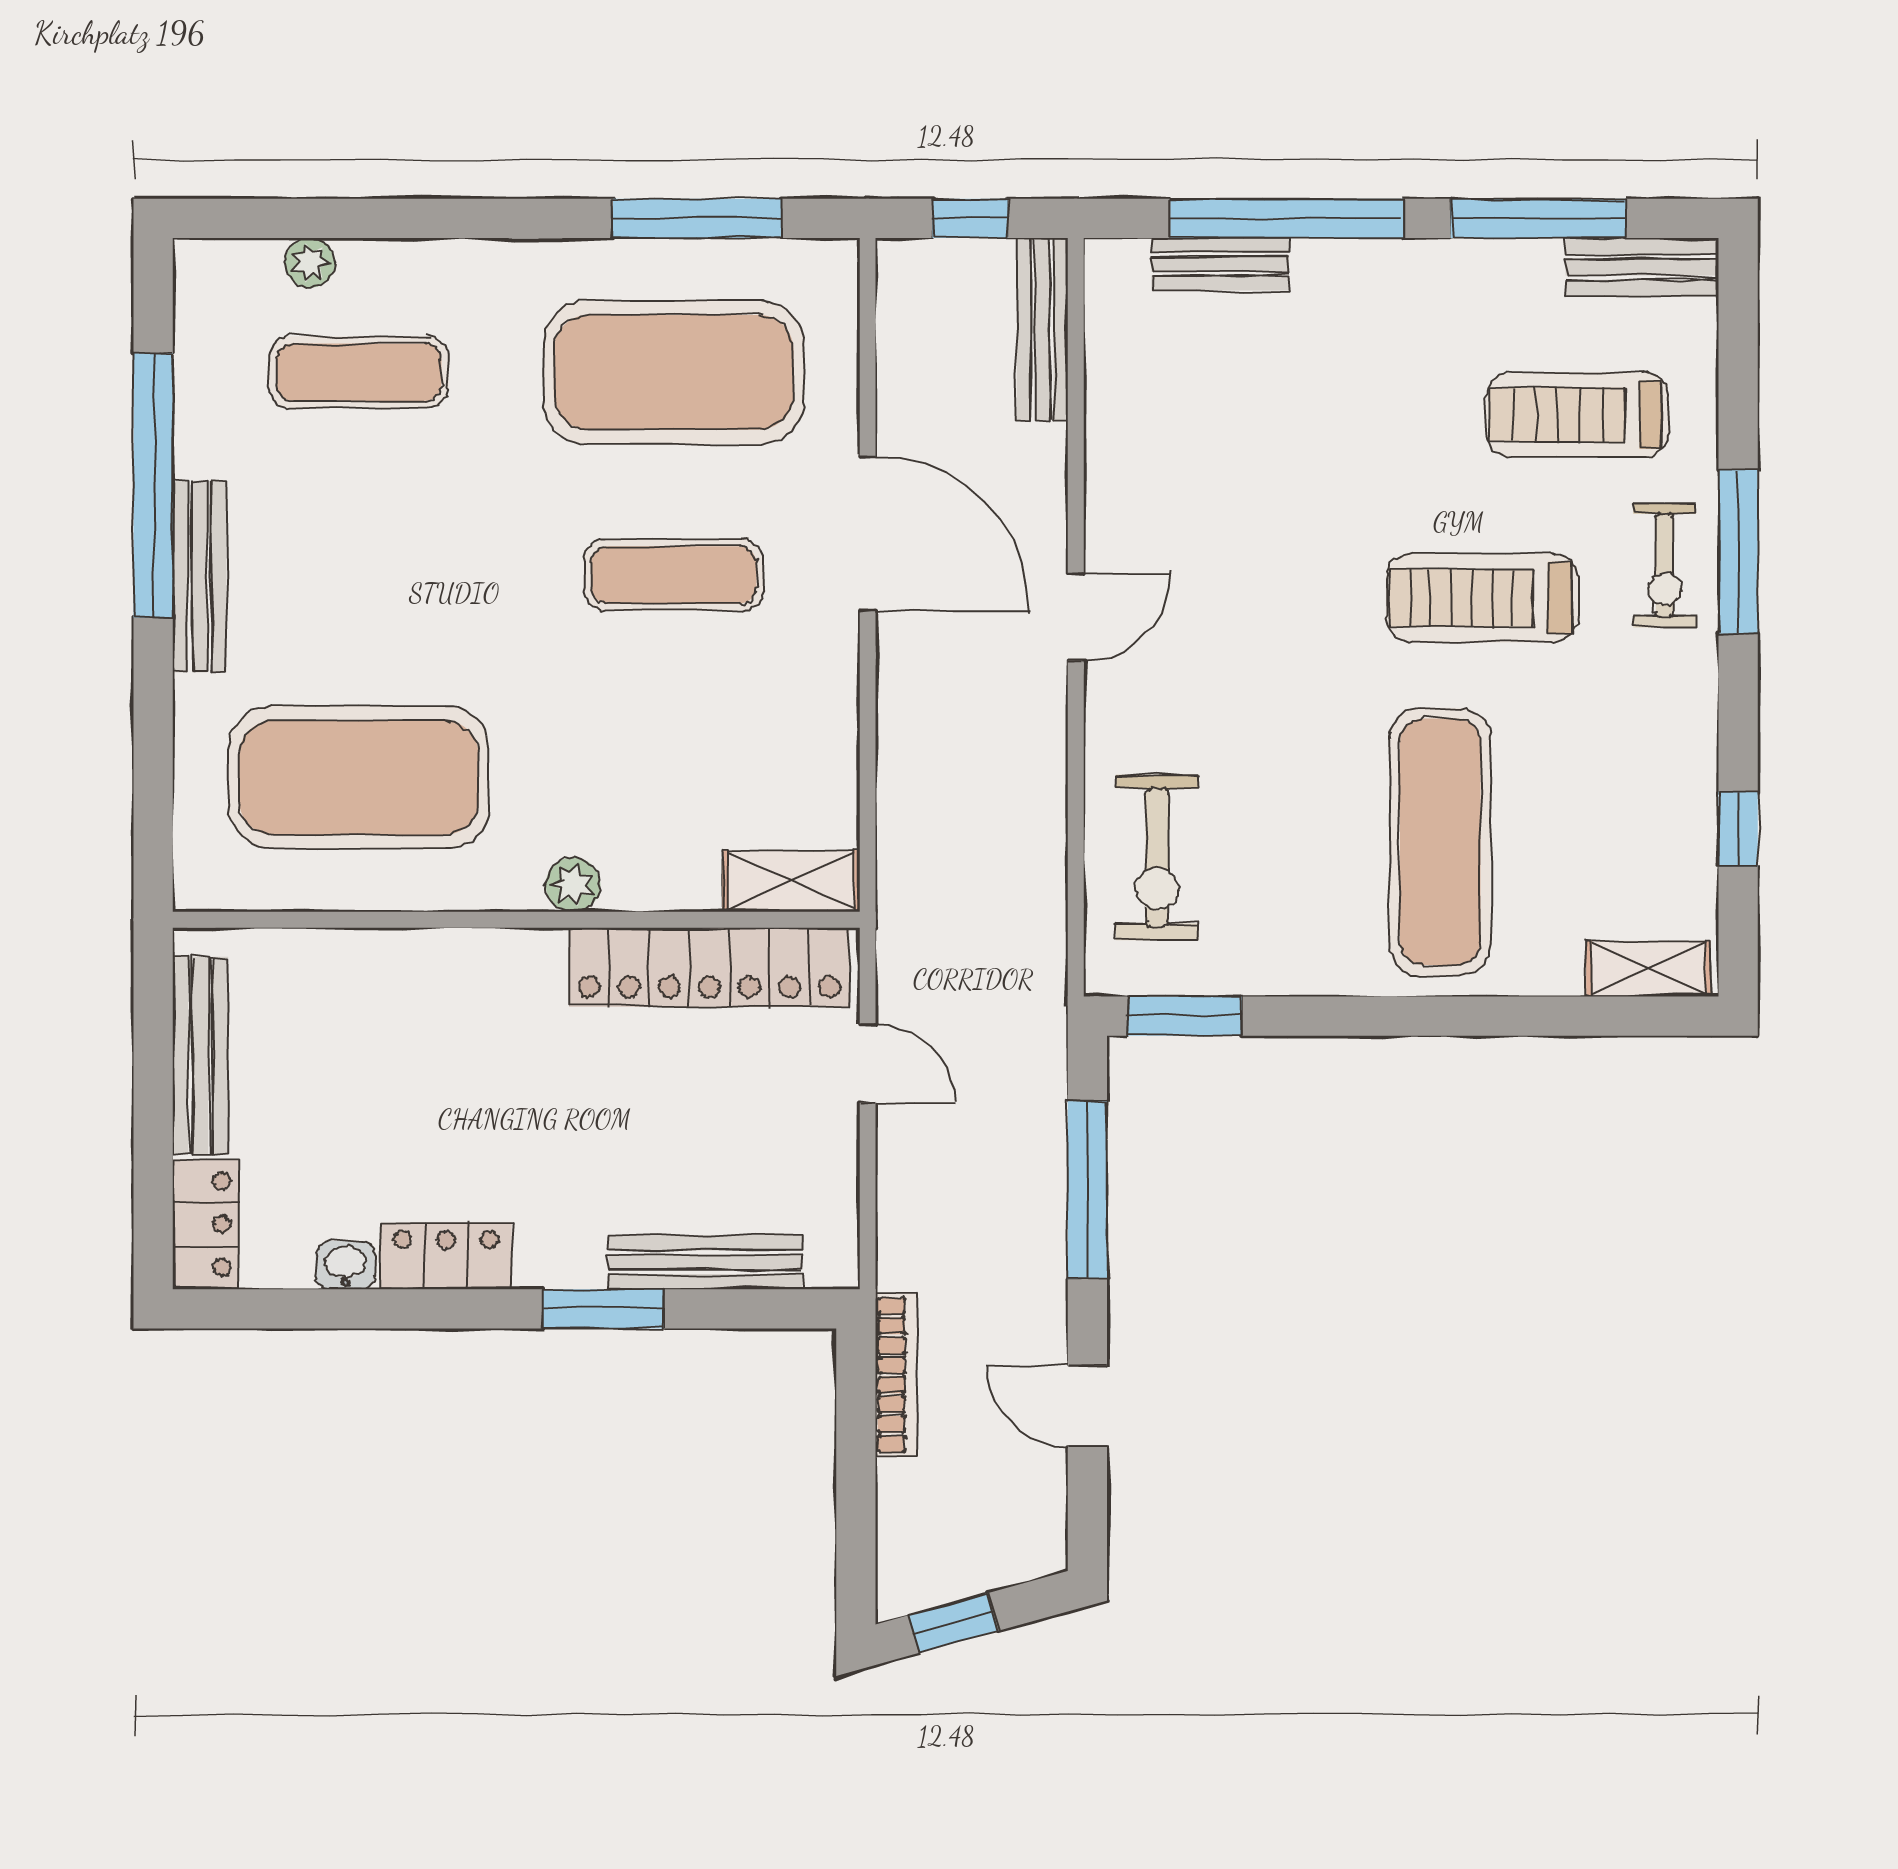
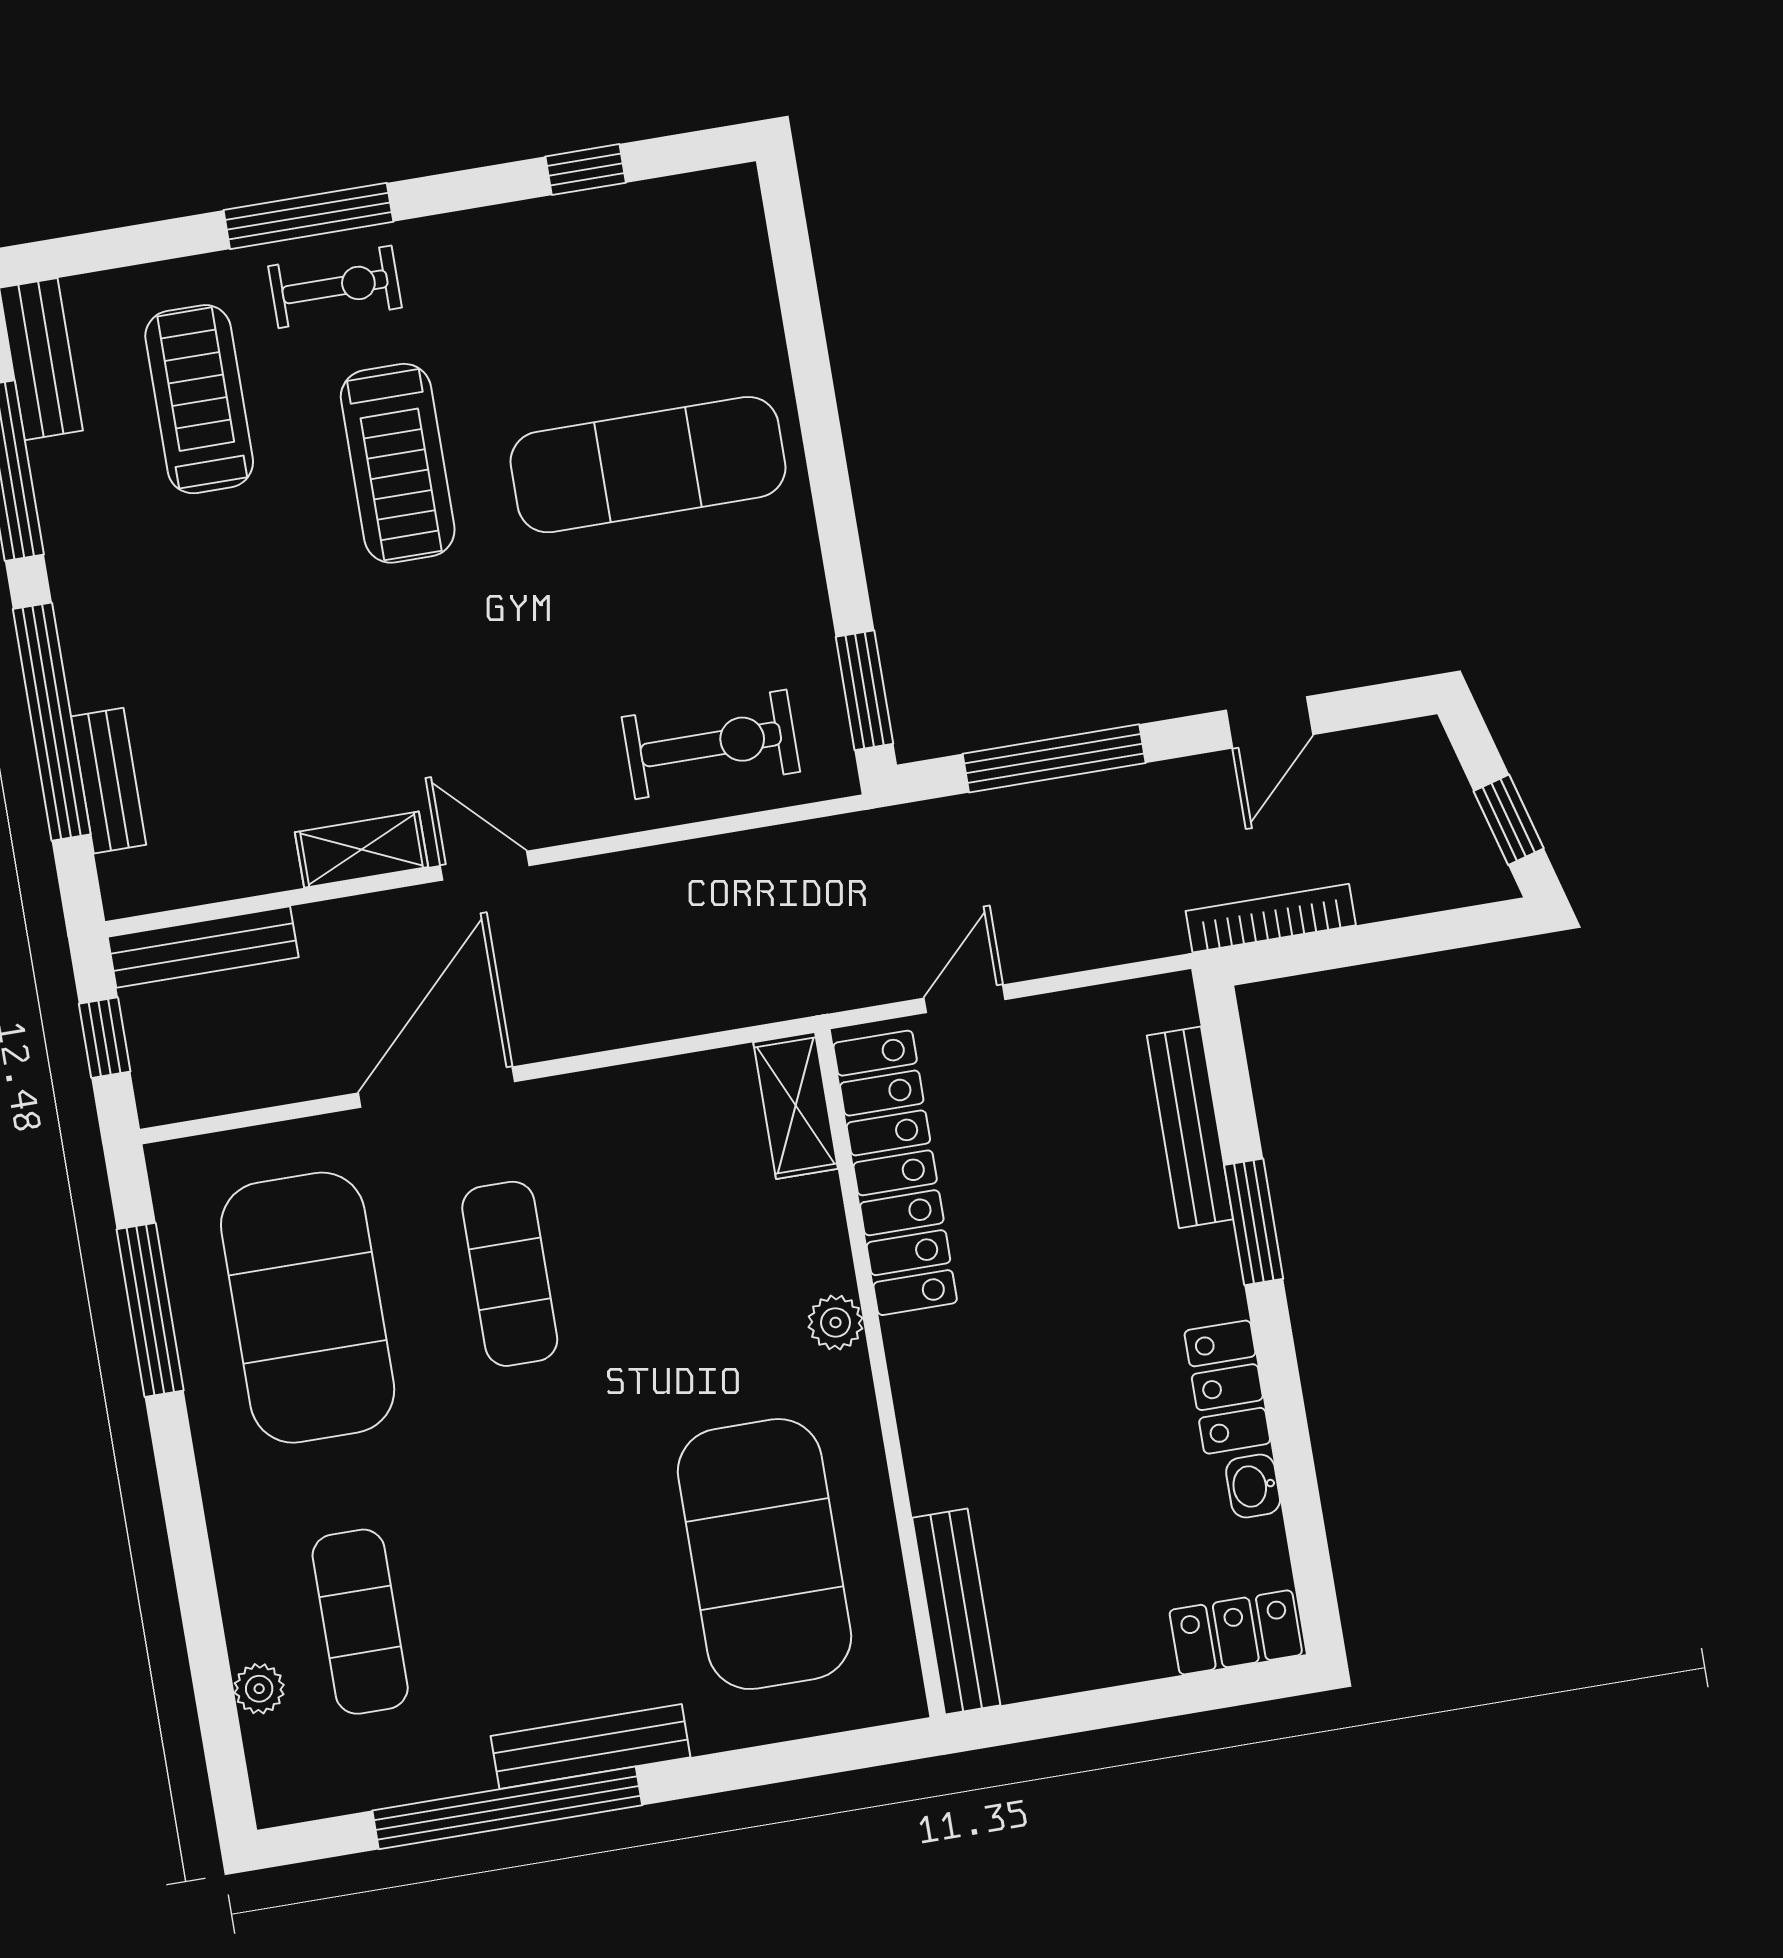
treadmill: (1577, 415) -> (199, 399), turned 180
shelving: (1648, 969) -> (362, 850), moved, turned 90
bench: (200, 1056) -> (956, 1612), moved, turned 90

